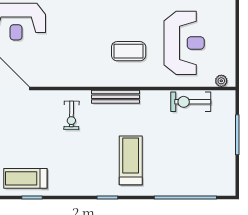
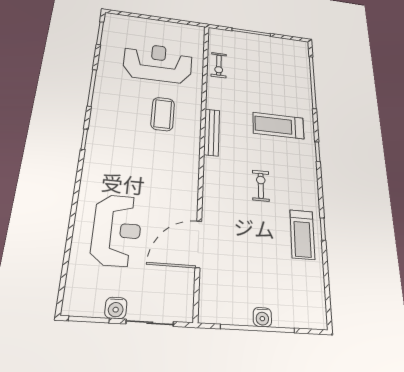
plant: (221, 81) -> (199, 37), removed
exercise bike: (191, 102) -> (219, 65), width x0.73, depth x0.72
exercise bike: (71, 115) -> (261, 186), moved, turned -91

